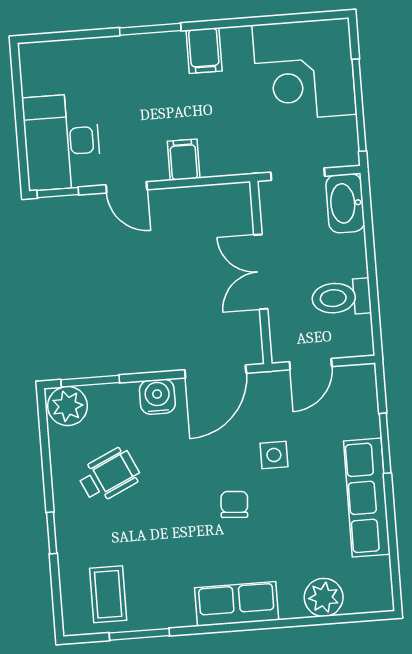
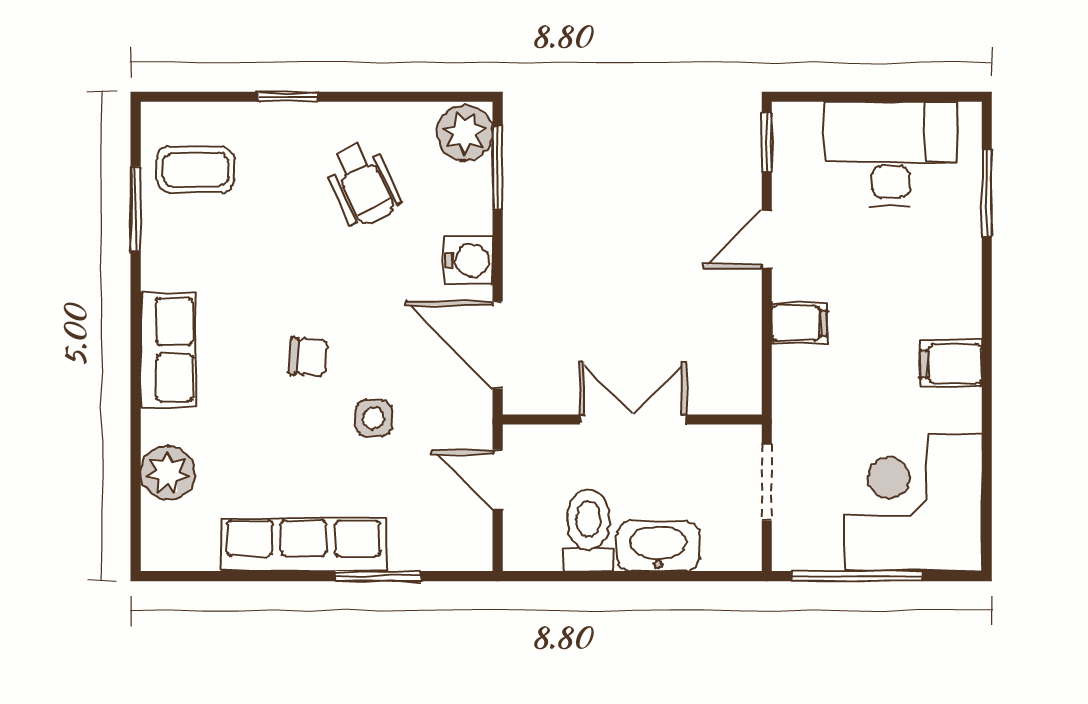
window: (150, 29) -> (987, 193), moved
desk: (62, 142) -> (891, 154), moved
washbasin: (345, 203) -> (658, 546), moved

